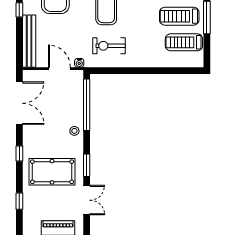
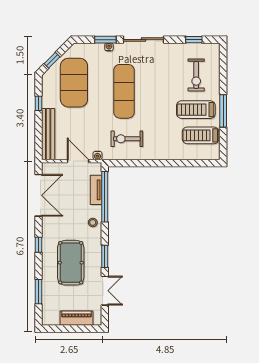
tv unit: (78, 98) -> (96, 190), added
pool table: (52, 172) -> (71, 263), turned 90
window: (19, 201) -> (39, 292), width x1.50

